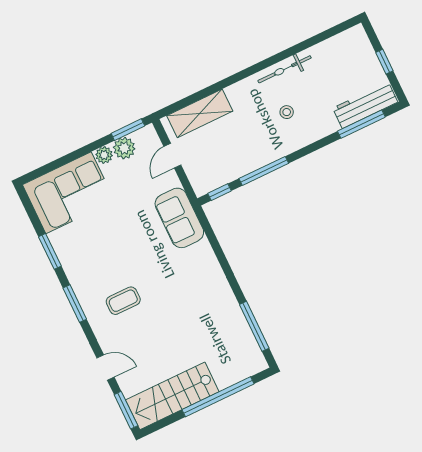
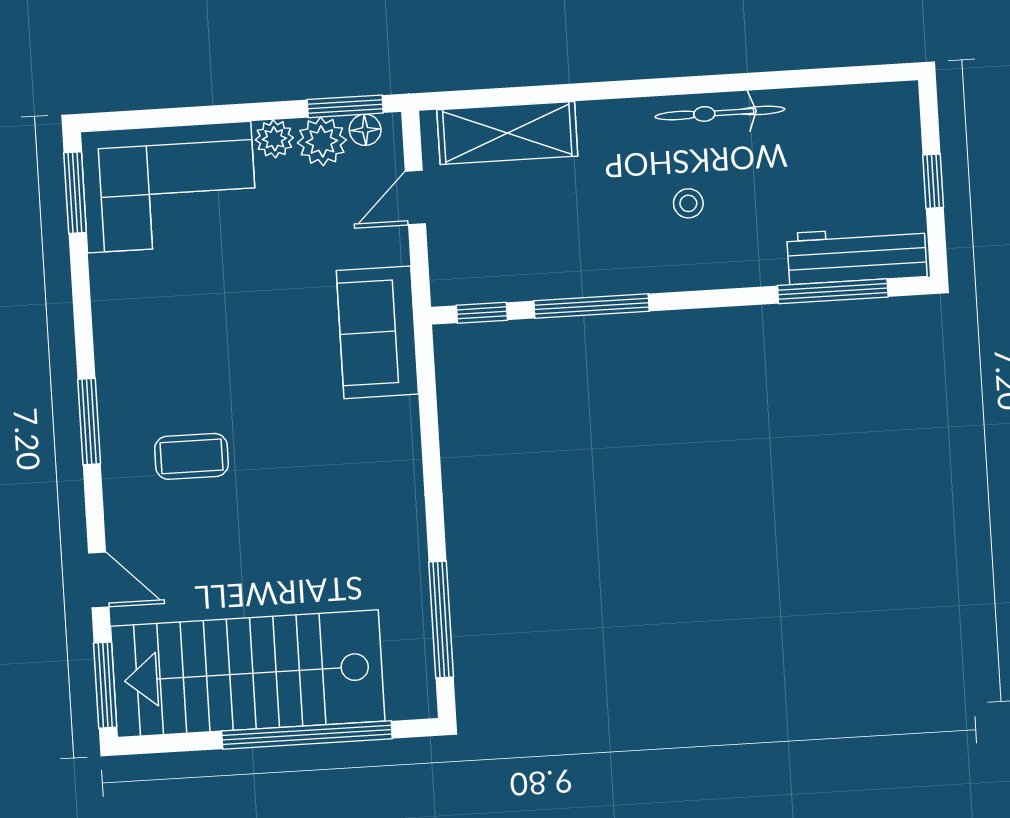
floor lamp: (140, 136) -> (365, 130), added
window: (50, 251) -> (75, 193), moved
stairs: (172, 396) -> (248, 674), width x1.36, depth x1.51

